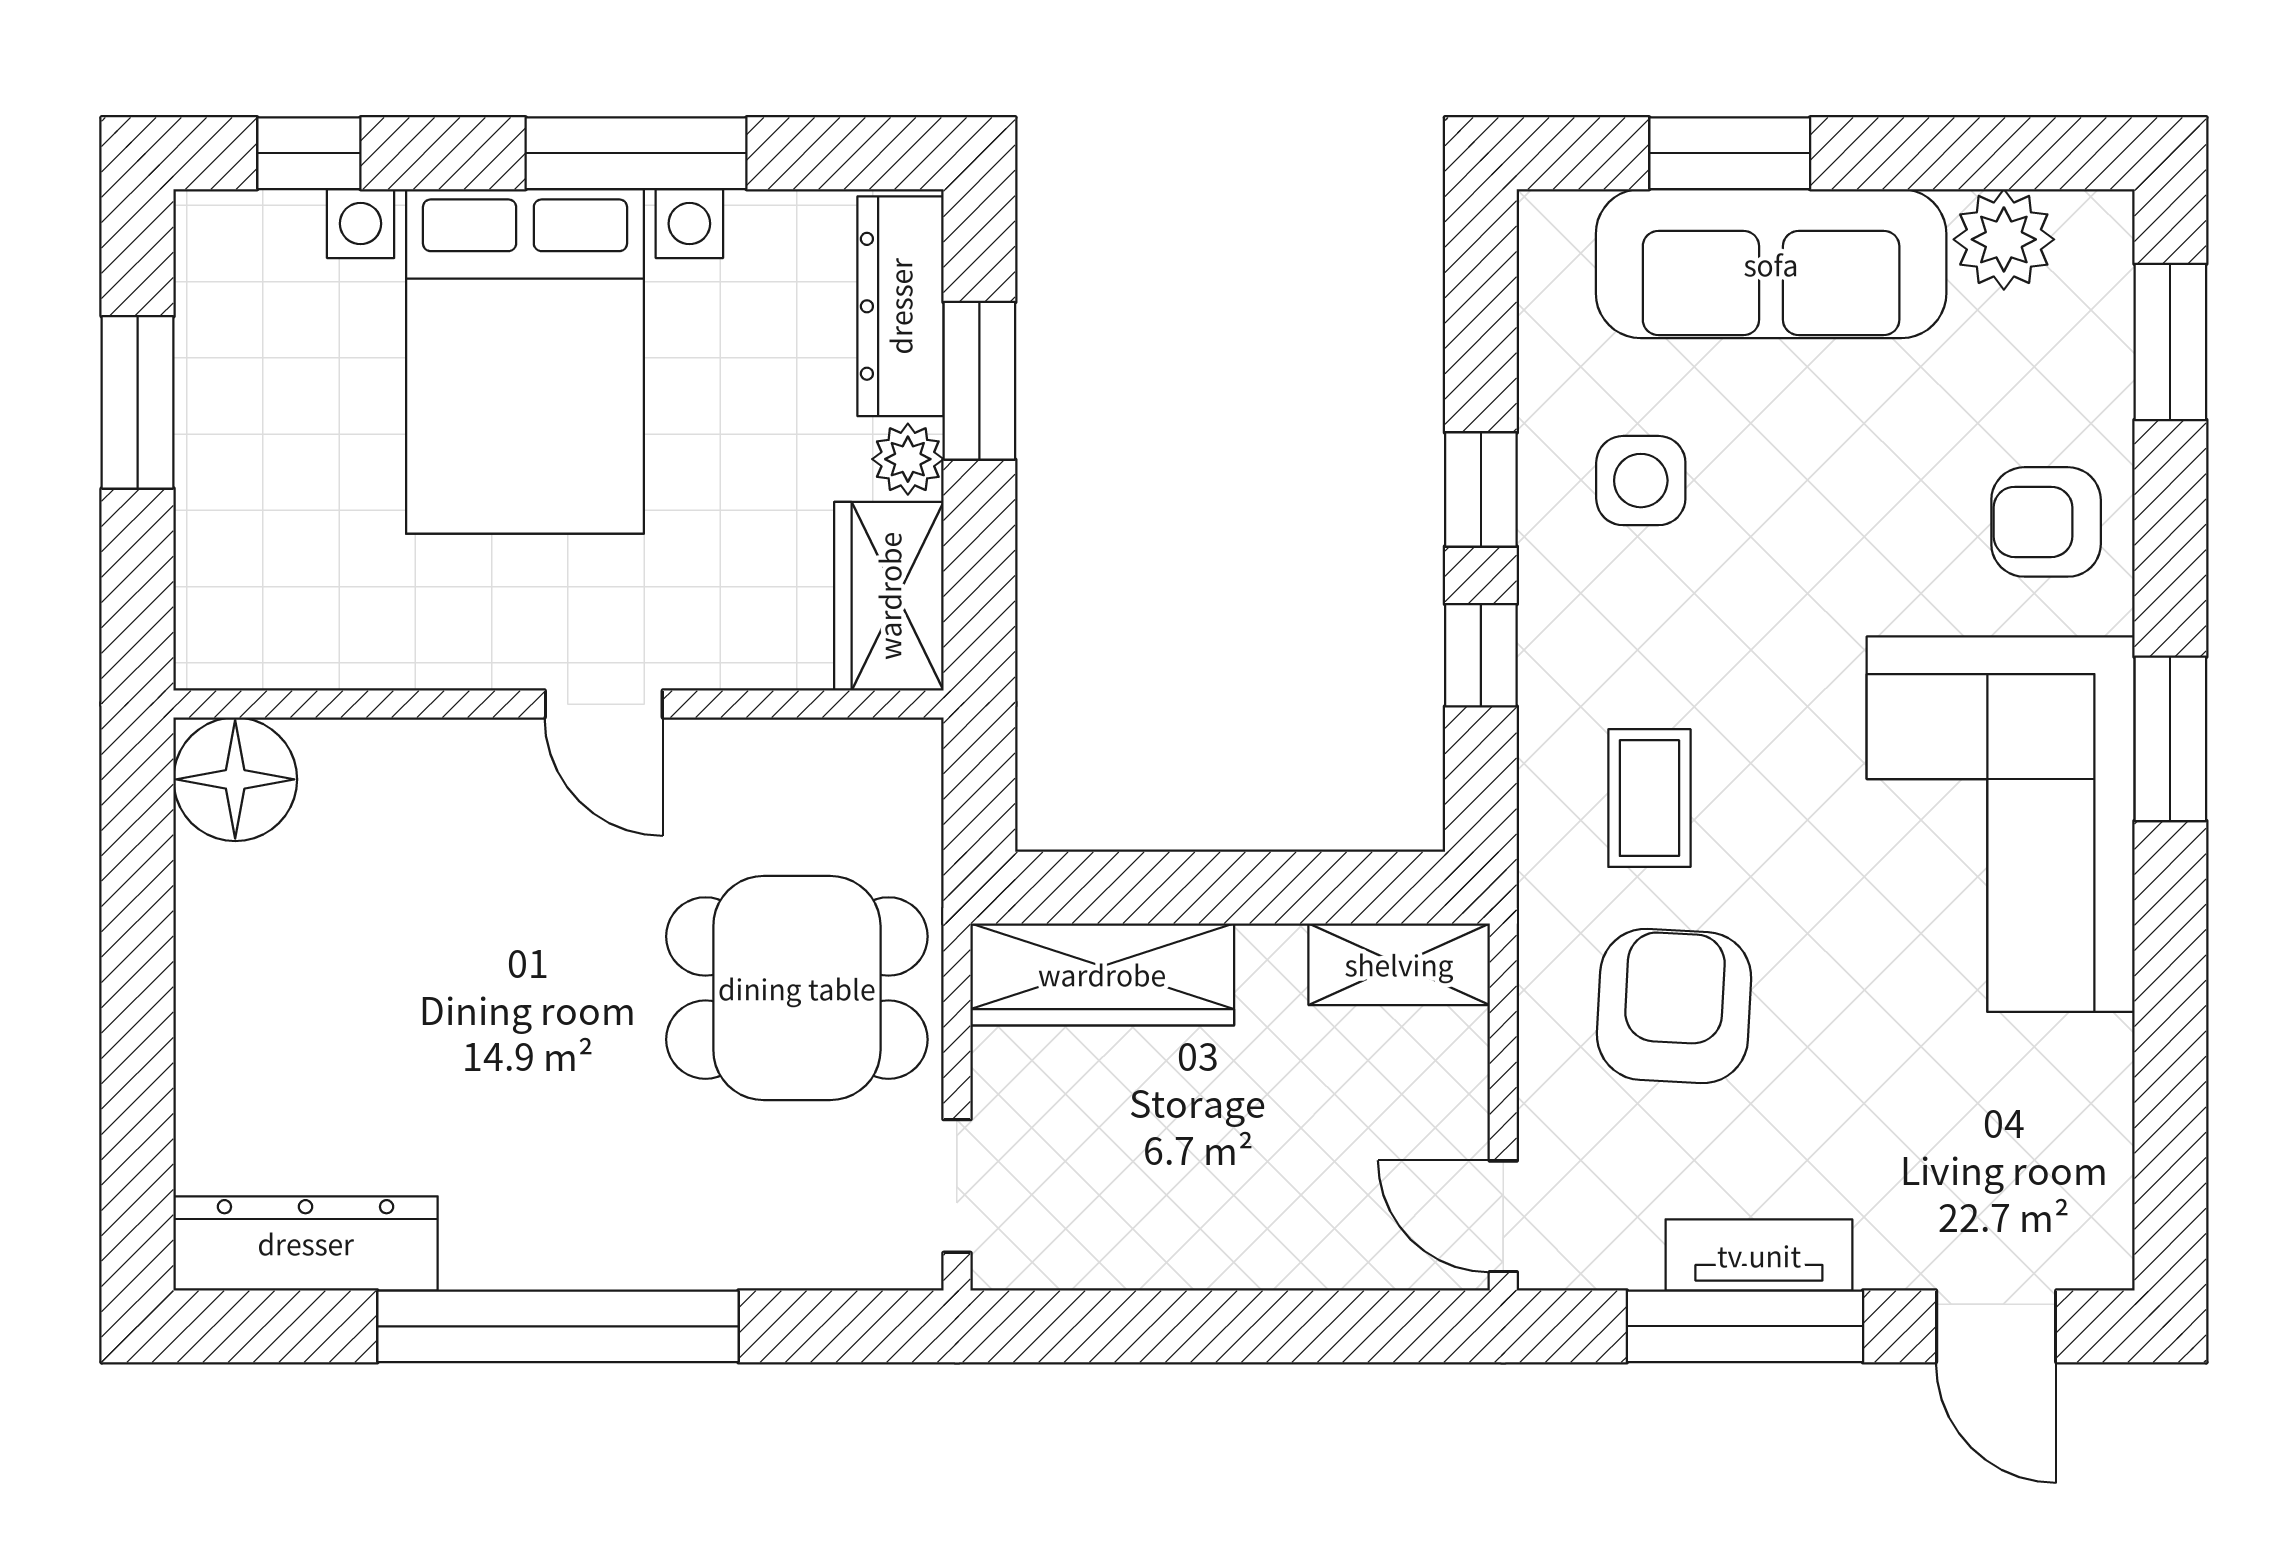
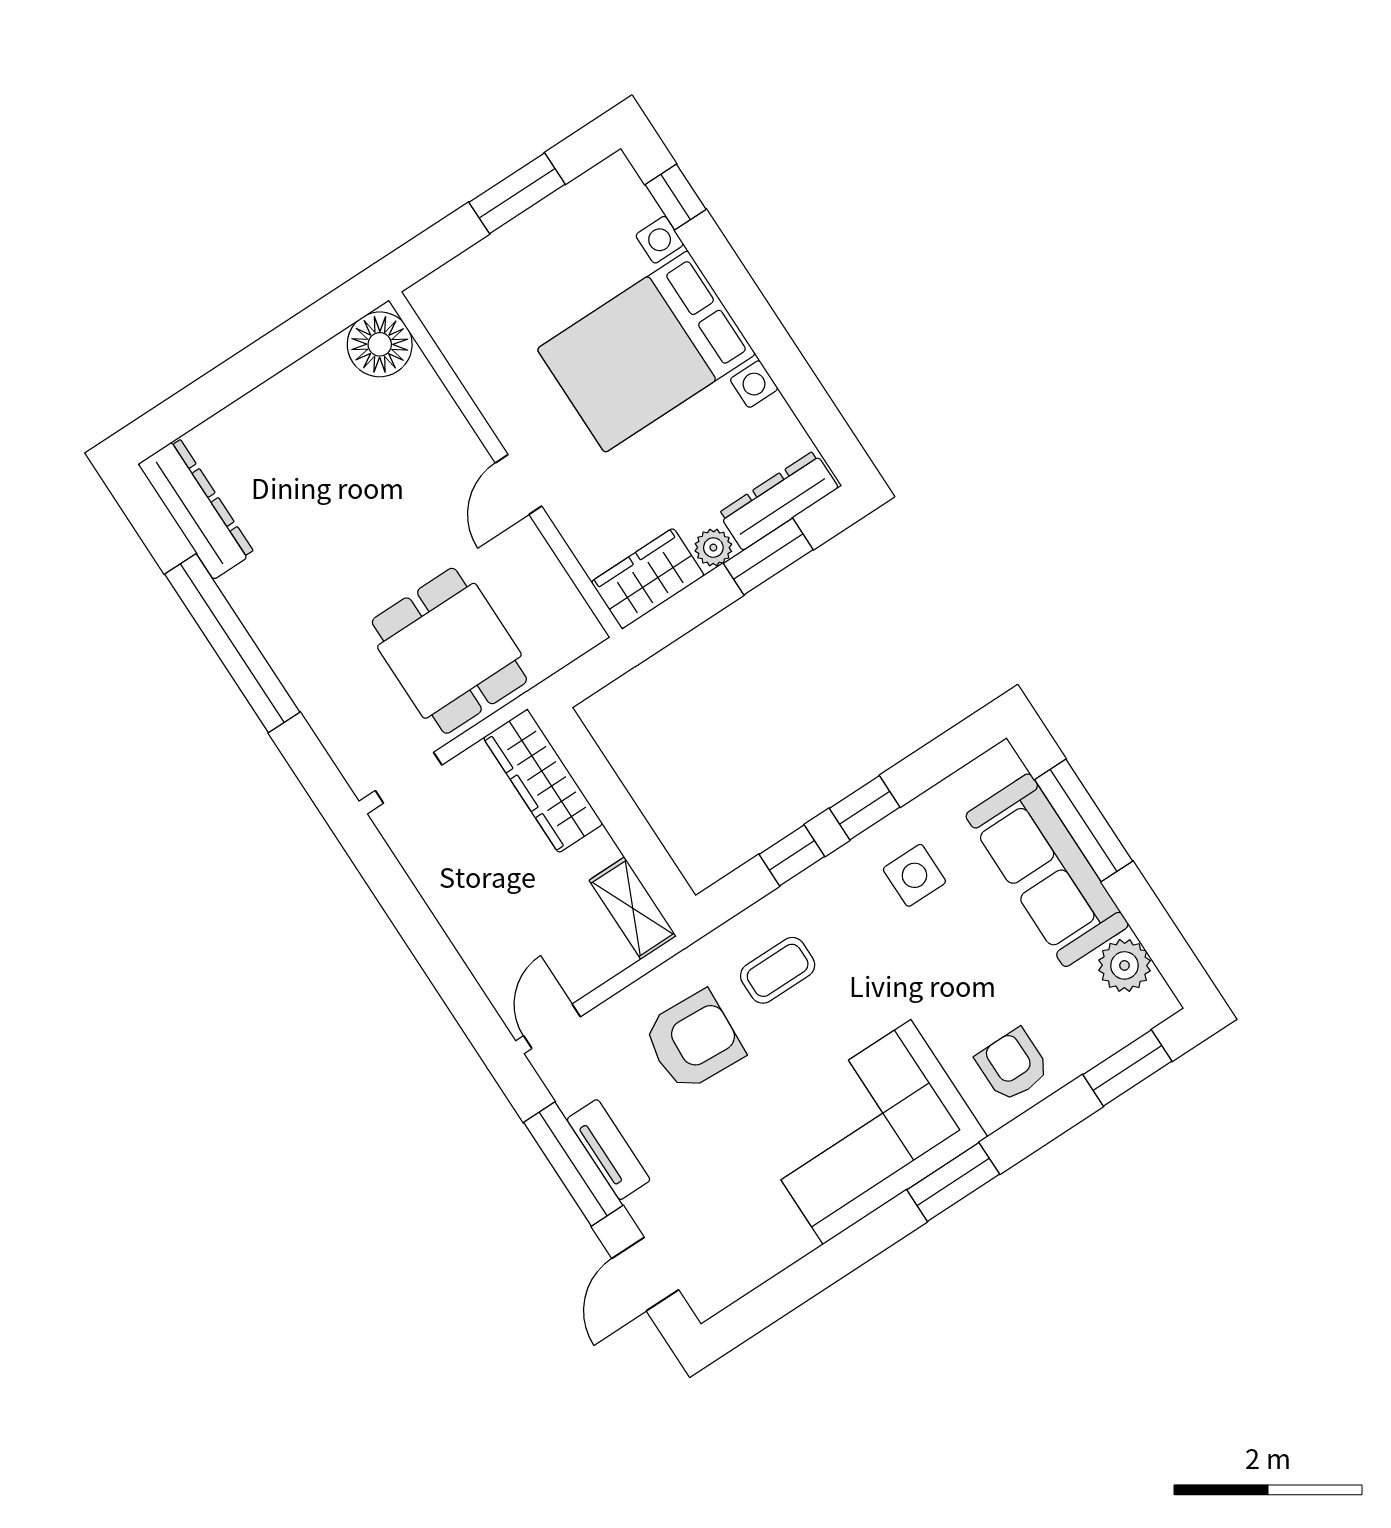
window: (636, 153) -> (770, 340), removed
window: (1730, 153) -> (1084, 820), width x1.44

